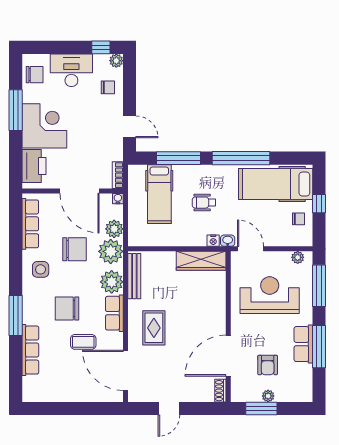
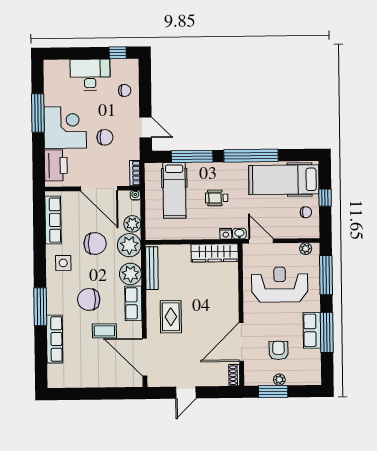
plant: (116, 61) -> (132, 65), removed
chair: (35, 75) -> (105, 137), moved
armchair: (268, 365) -> (279, 350), turned 180

